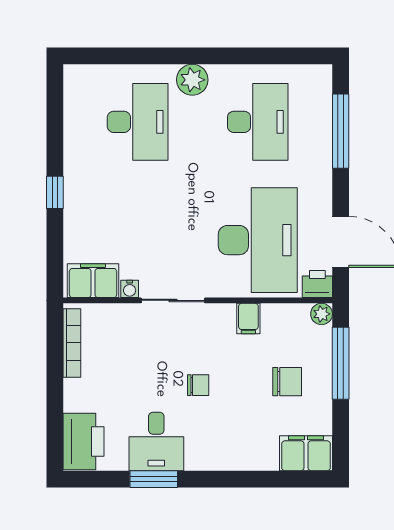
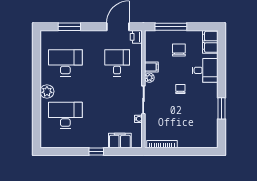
window: (341, 131) -> (69, 27), width x0.69
desk: (258, 240) -> (117, 63), width x0.53, depth x0.77
filing cabinet: (93, 281) -> (120, 141), moved, turned 90
plant: (322, 314) -> (149, 78), moved
printer: (83, 441) -> (205, 139), removed
desk: (156, 441) -> (205, 70), moved

